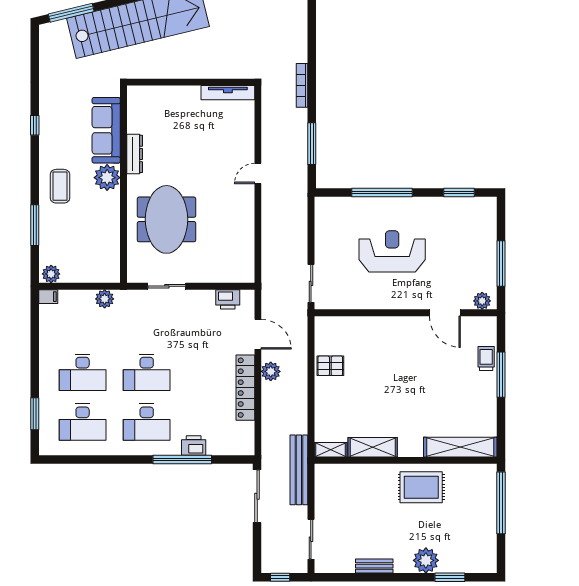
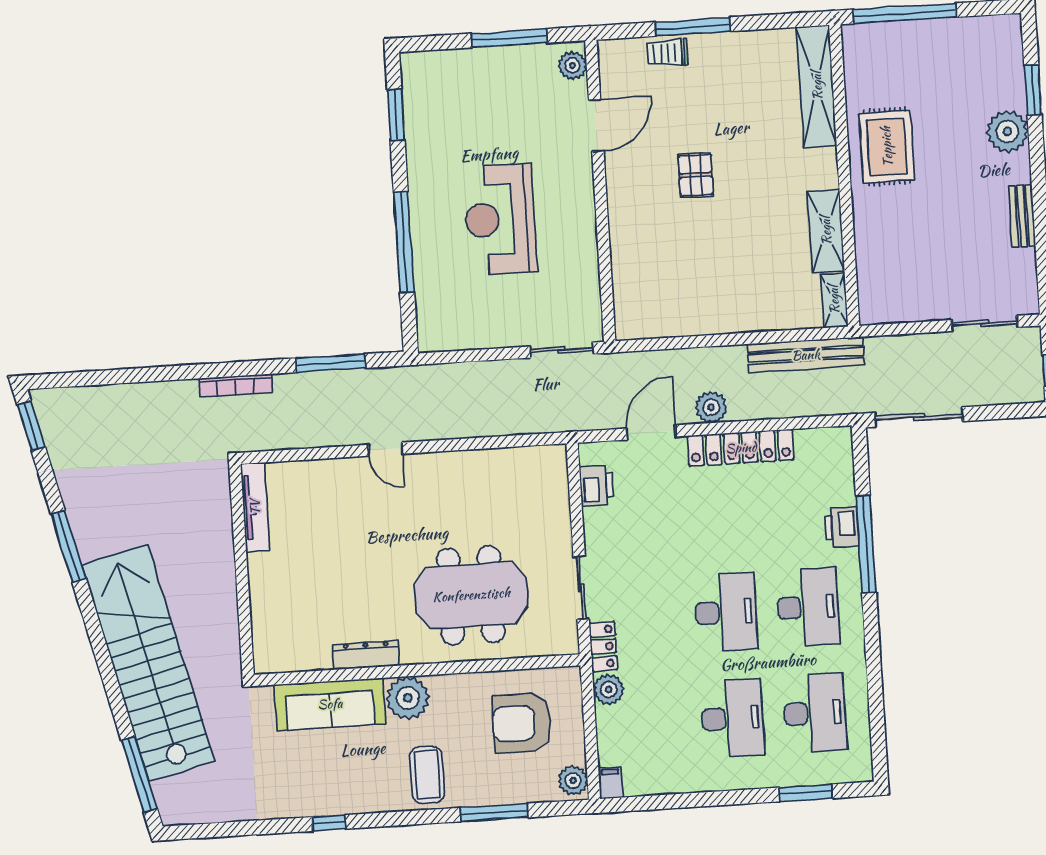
coffee table: (60, 186) -> (427, 775), turned 90
armchair: (88, 245) -> (522, 723), added
locker: (131, 297) -> (603, 646), added
pallet: (330, 366) -> (696, 175), moved
bench: (299, 470) -> (806, 355), moved

